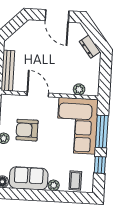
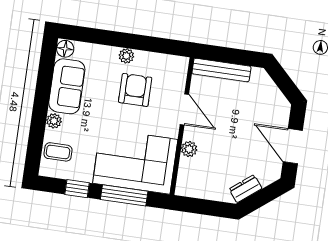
door: (57, 16) -> (293, 146), hinge flipped
plant: (79, 89) -> (189, 149), moved
door: (38, 94) -> (184, 109), hinge flipped

